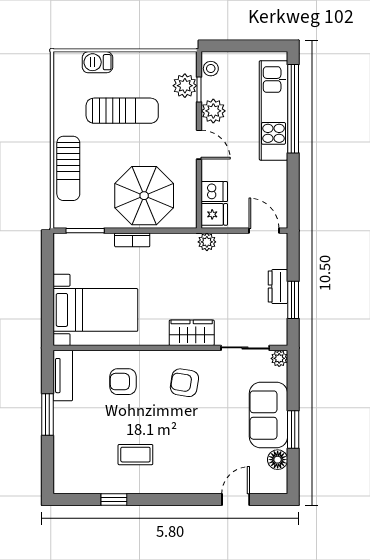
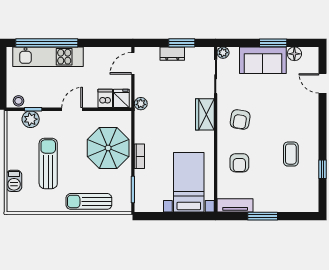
plant: (213, 111) -> (48, 99), removed
sun lounger: (68, 168) -> (89, 201), turned 180

